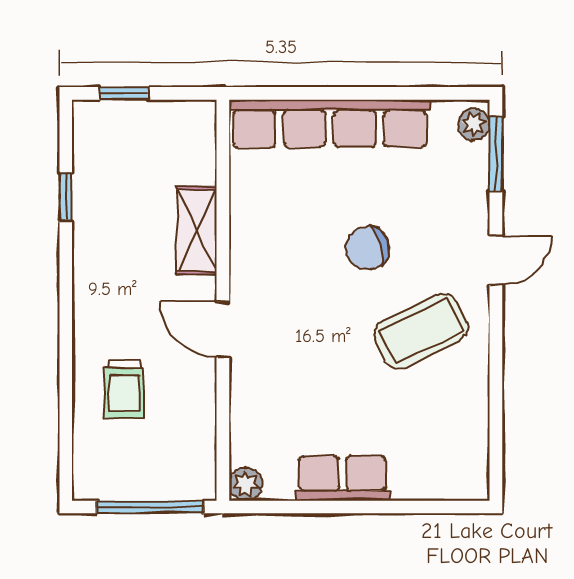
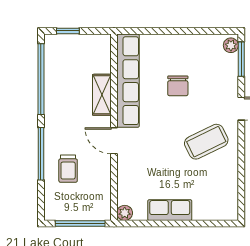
row of seats: (330, 123) -> (128, 81), moved, turned -90
window: (66, 197) -> (41, 79), width x3.17
chair: (367, 248) -> (178, 86), moved, turned -72
window: (66, 357) -> (41, 154), added

